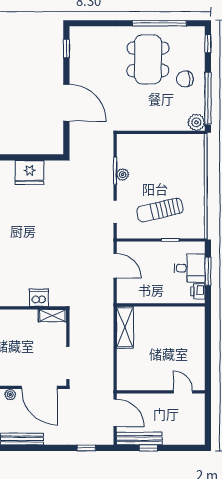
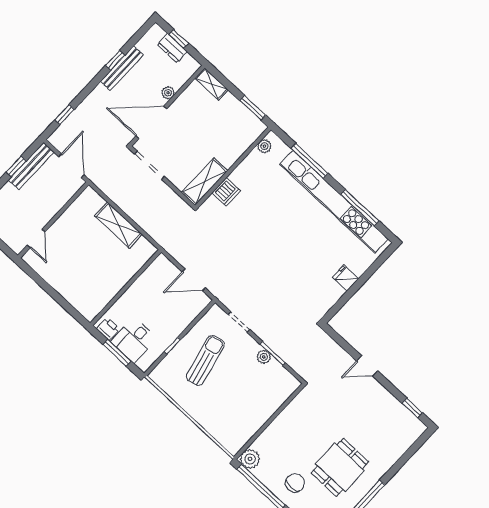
dining table: (148, 59) -> (340, 467), width x0.73
door: (66, 103) -> (367, 366), width x0.53
fridge: (30, 172) -> (345, 278), width x0.53, depth x0.75
shelving: (52, 316) -> (205, 182), width x1.50, depth x1.33
shelving: (125, 327) -> (118, 225), moved
door: (183, 392) -> (36, 239), hinge flipped
door: (115, 413) -> (71, 166), swing flipped
window: (21, 448) -> (115, 60), added

